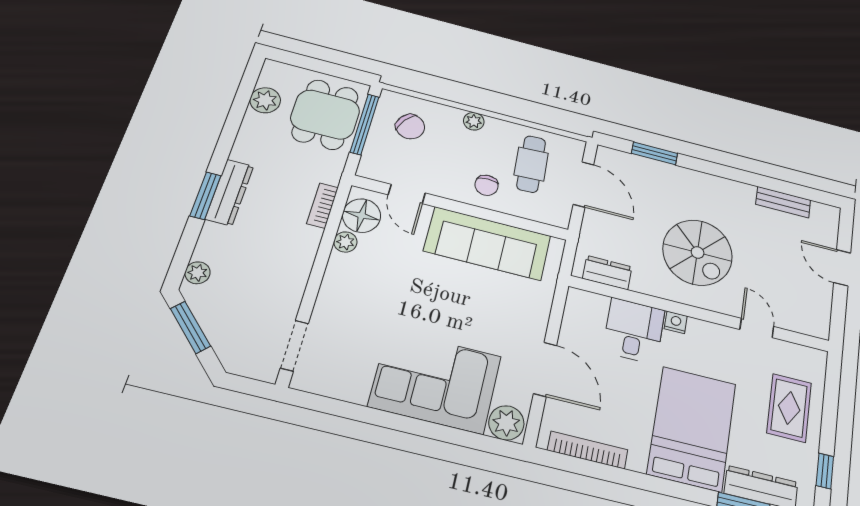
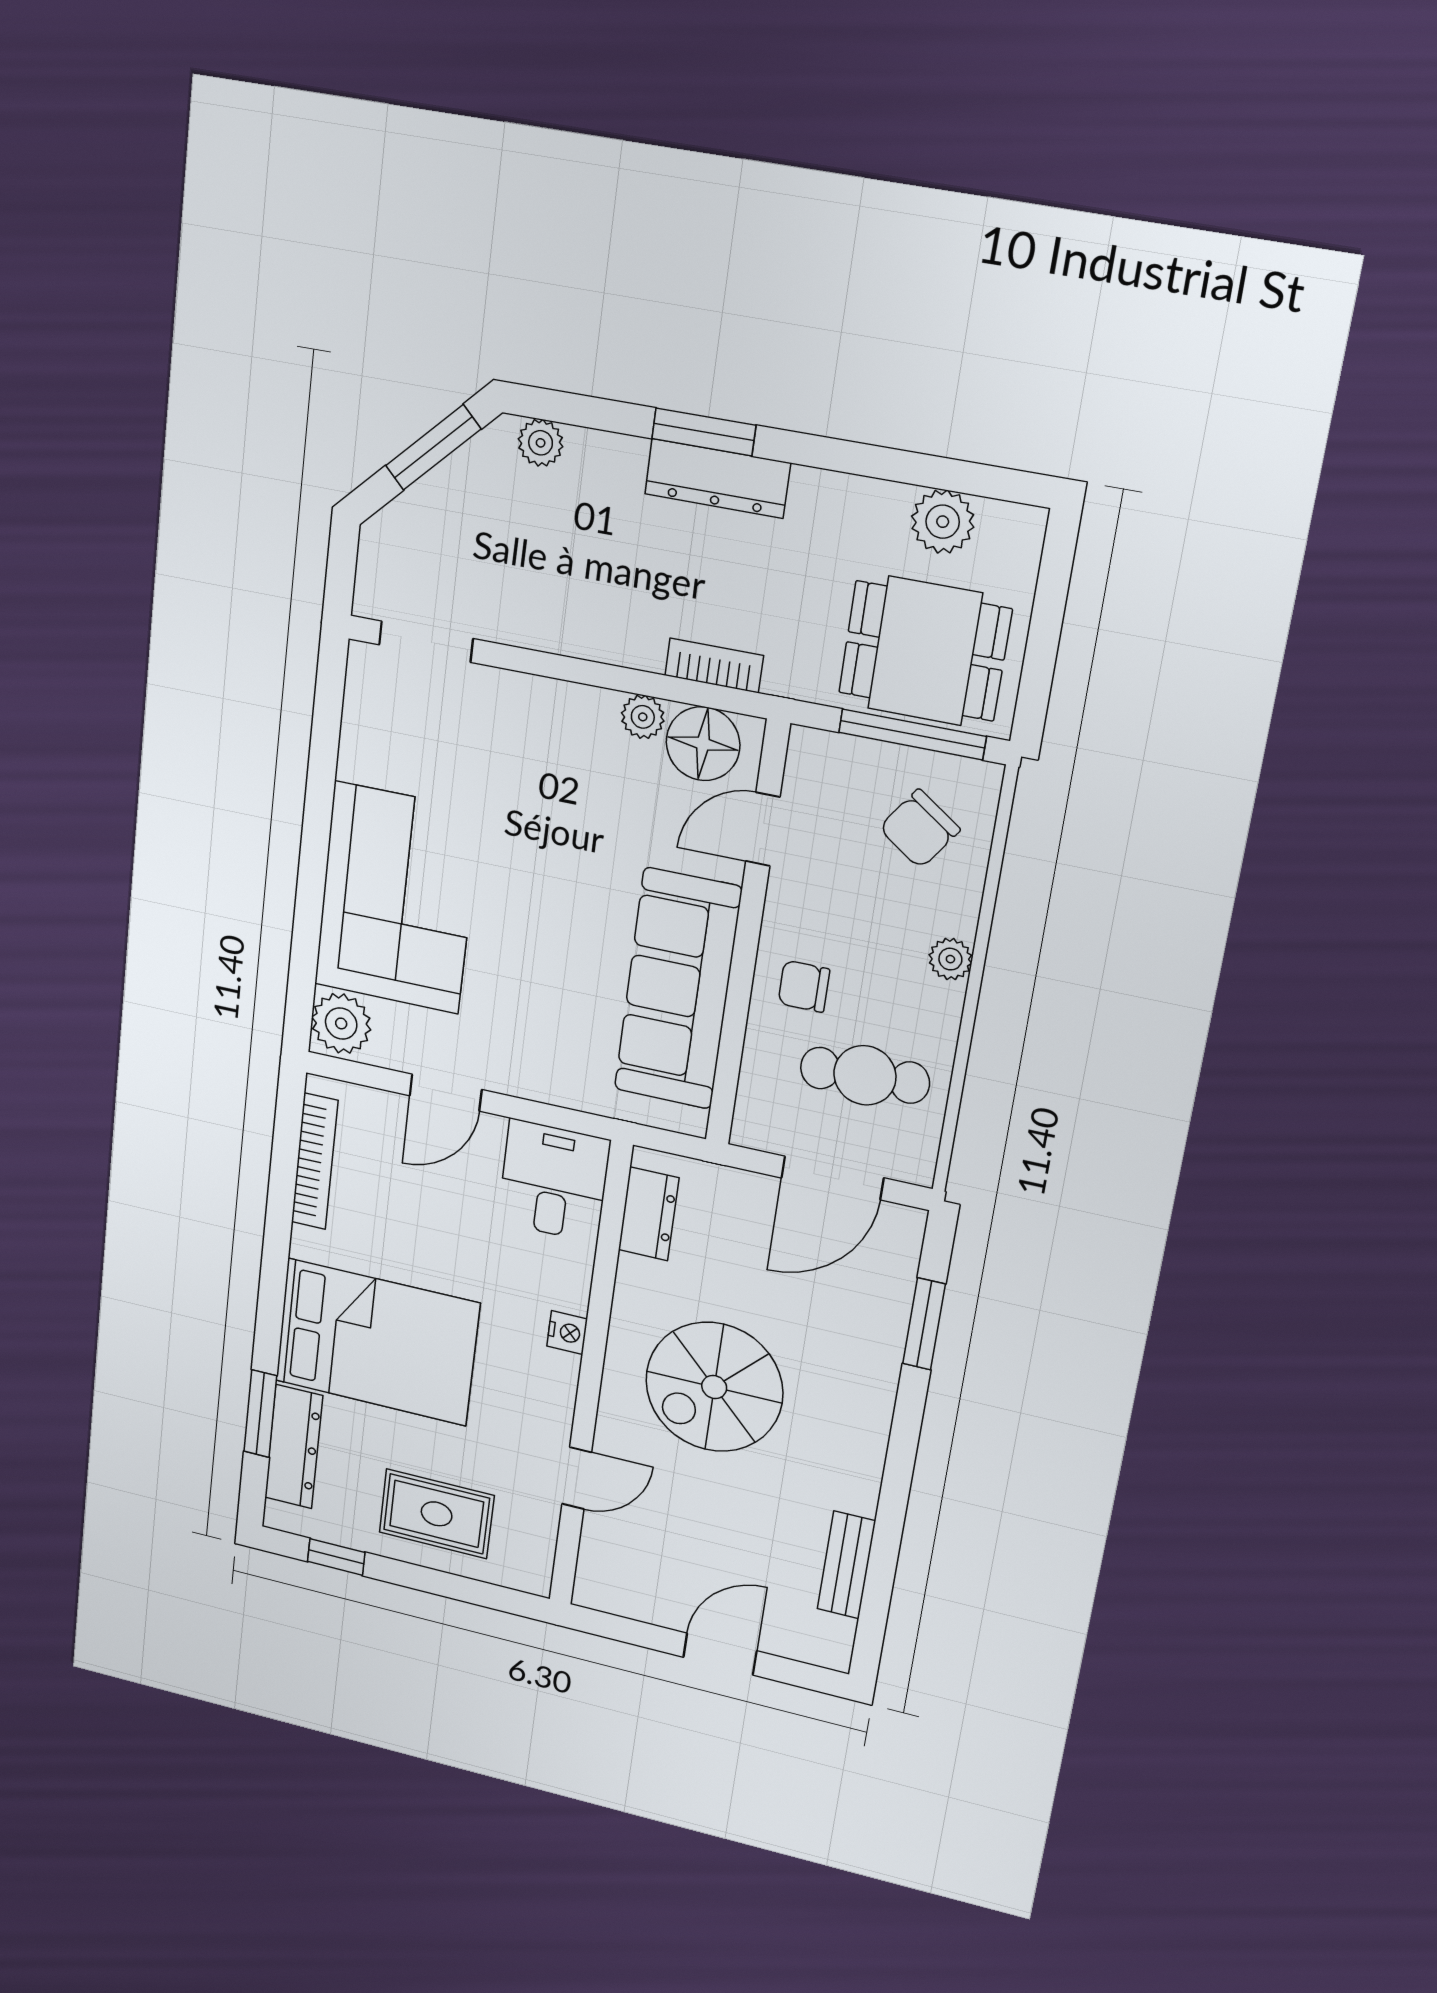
desk: (634, 331) -> (554, 1181), moved, turned -90
door: (545, 369) -> (446, 1093), width x0.73

